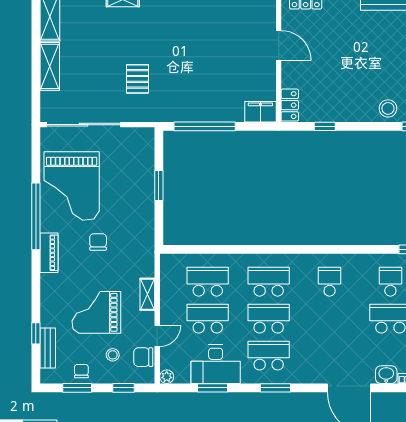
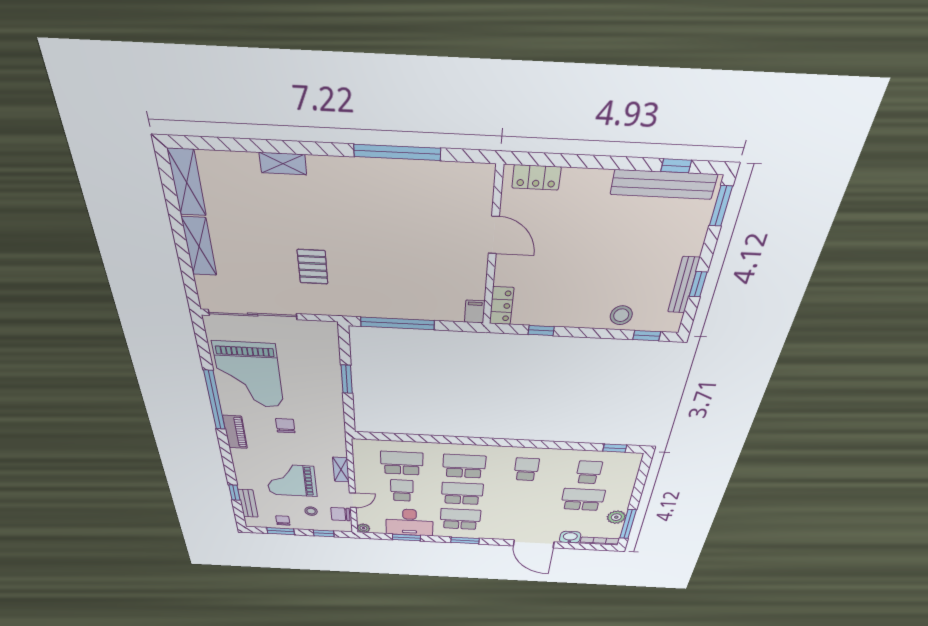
filing cabinet: (260, 112) -> (475, 312), width x0.50
school desk: (208, 319) -> (402, 491), width x0.54

